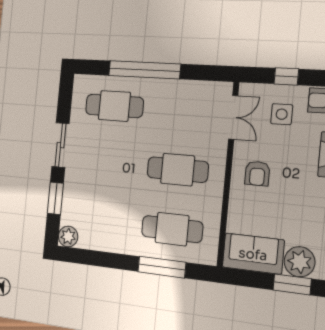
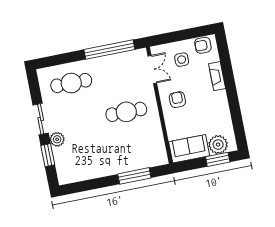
window: (144, 70) -> (109, 50), moved
window: (286, 77) -> (178, 36), removed
armchair: (257, 173) -> (177, 100), turned 180
cafe table: (172, 229) -> (134, 150), removed
plant: (68, 237) -> (57, 139), moved

